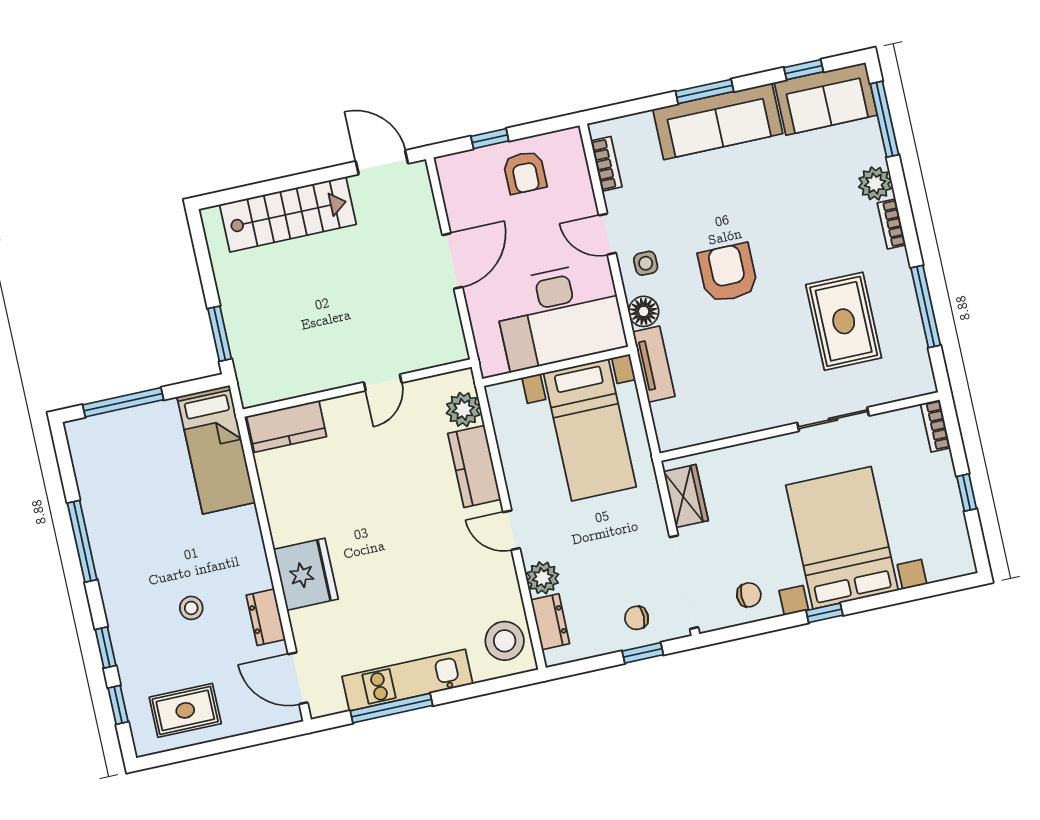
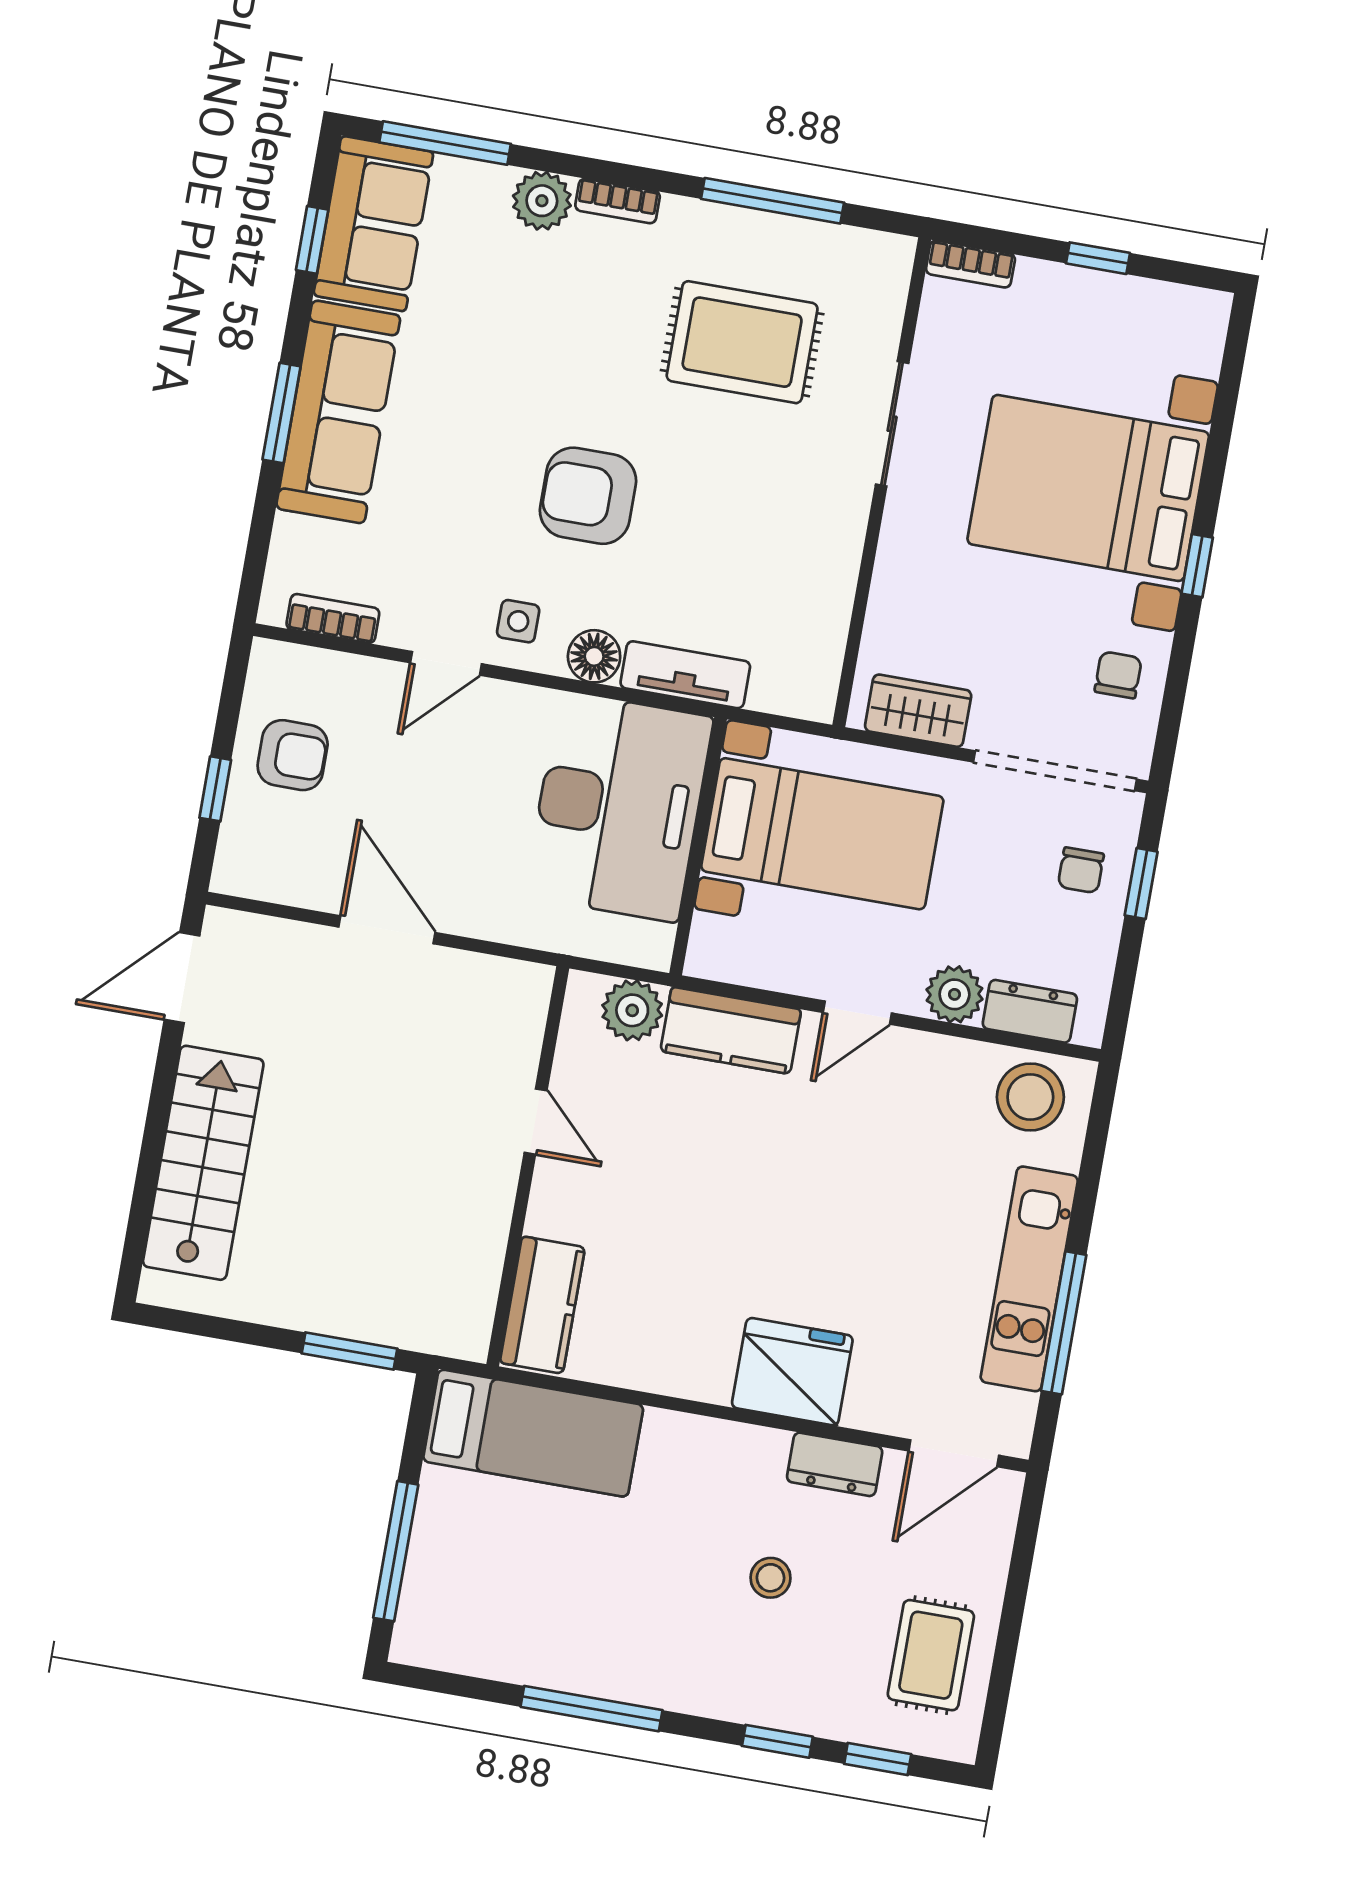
desk: (560, 316) -> (619, 807), moved
wall: (556, 366) -> (698, 846), moved
bed with nightstands: (590, 430) -> (822, 834), moved

